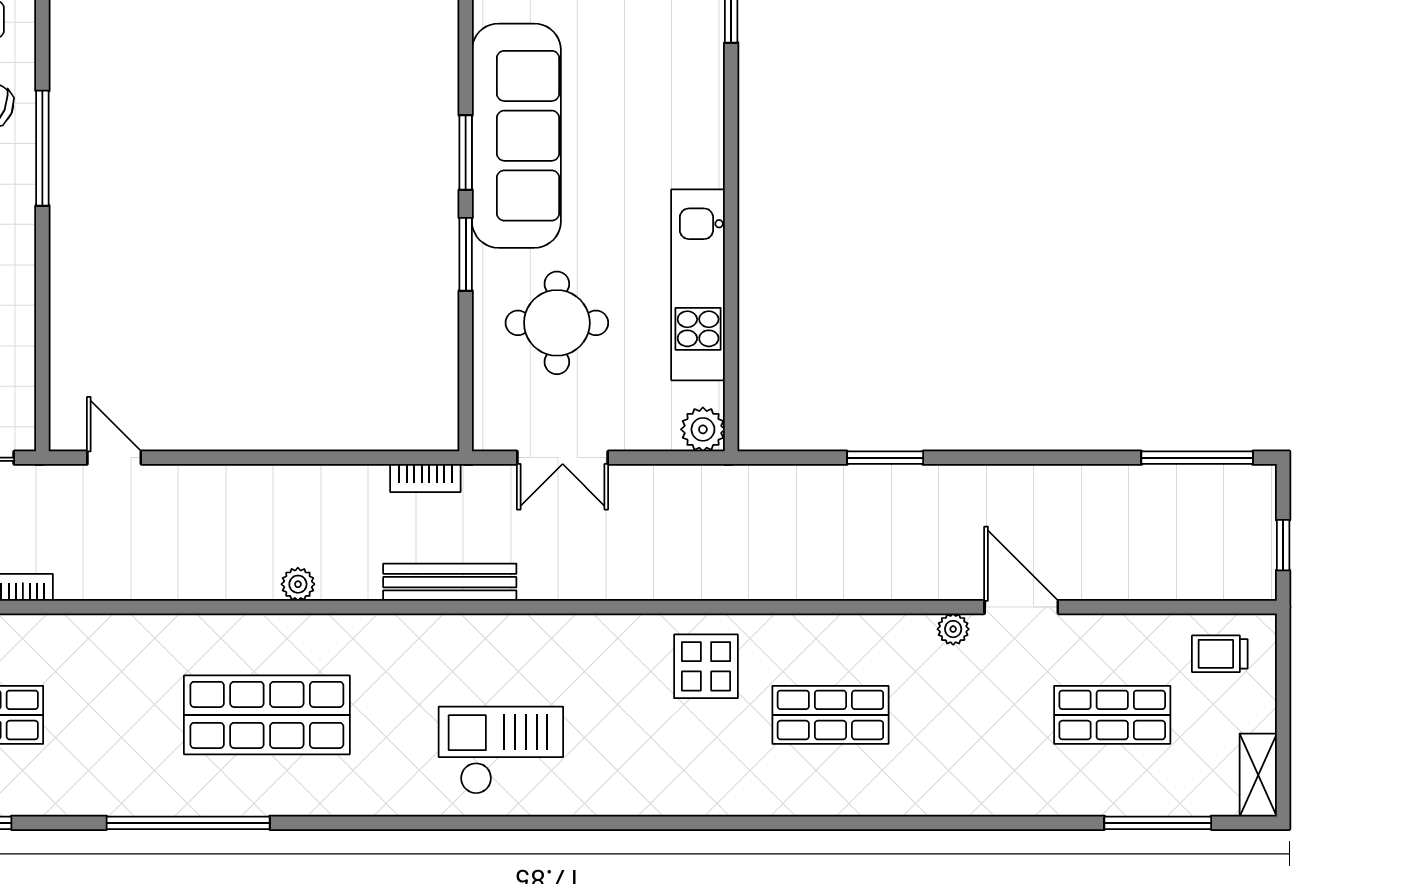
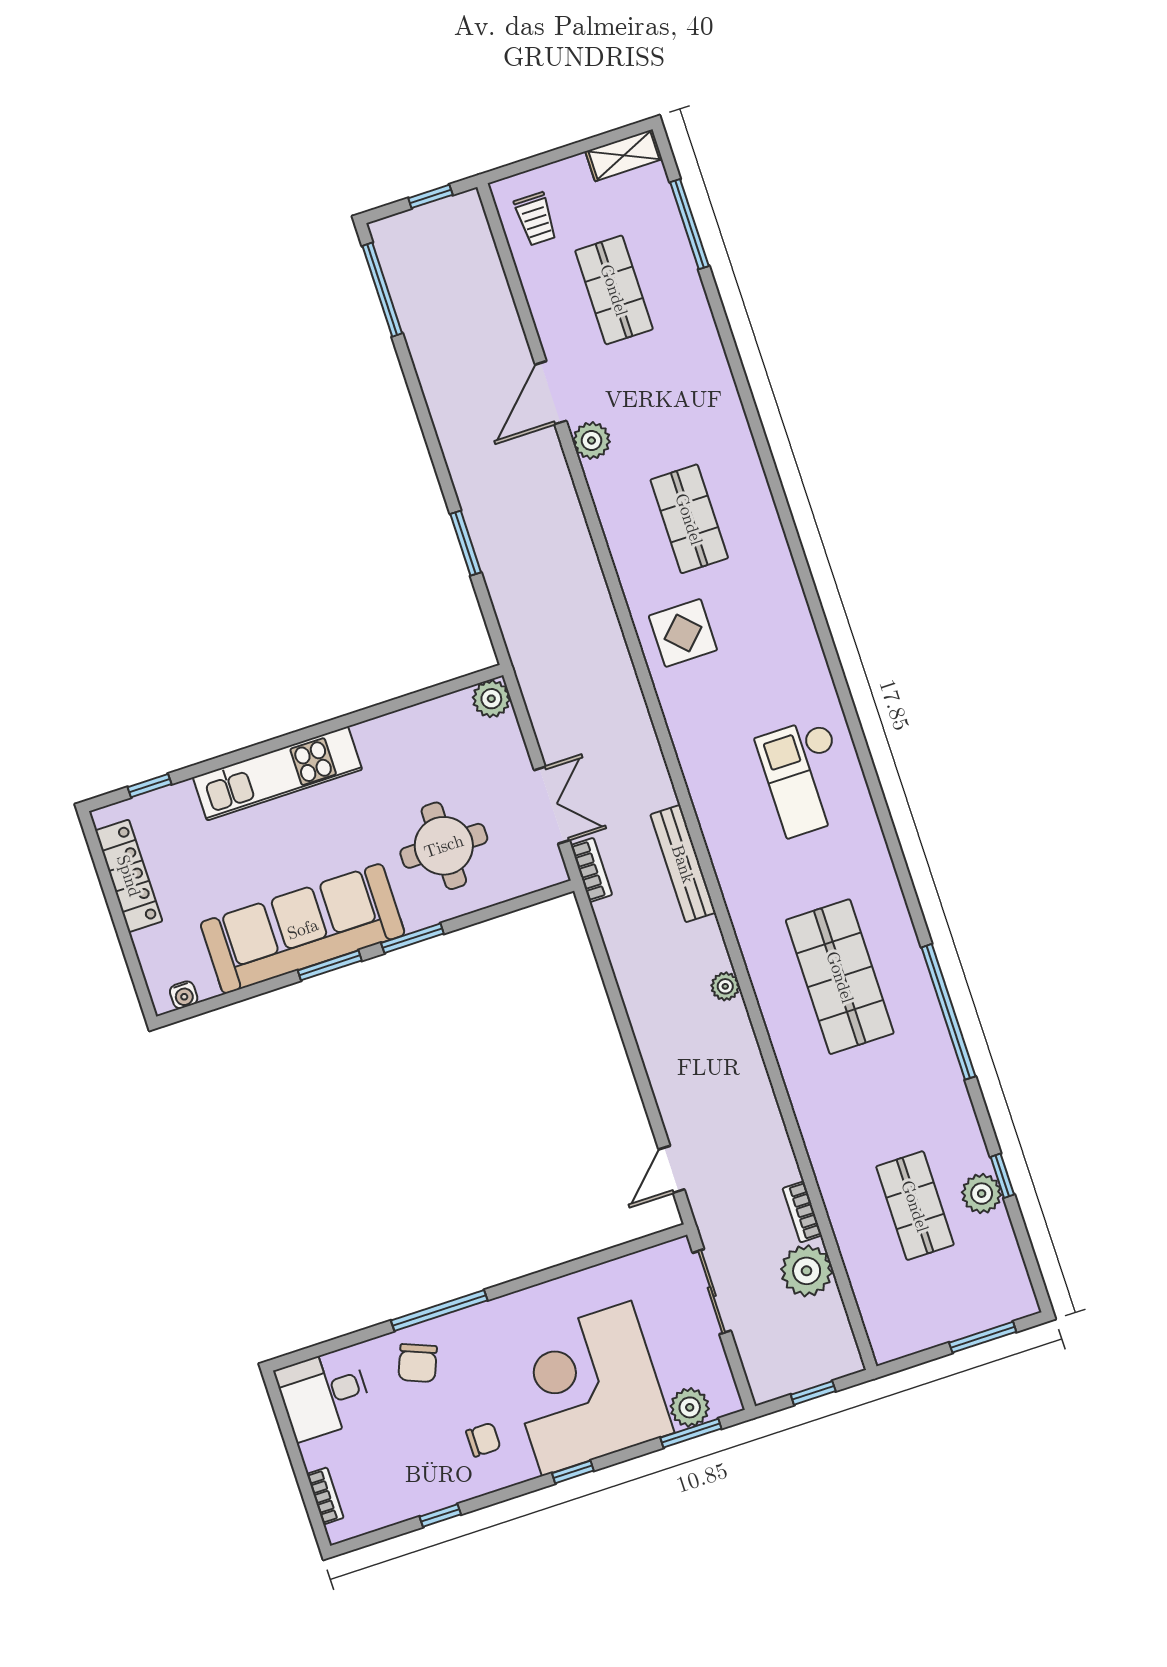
kitchen unit: (698, 285) -> (277, 773), moved
bookcase: (425, 478) -> (591, 870), moved
plant: (953, 629) -> (592, 441), width x1.38, depth x1.38

